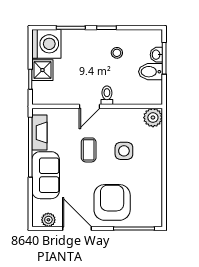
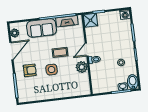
washing machine: (46, 44) -> (125, 14), width x0.53, depth x0.53
shower: (42, 70) -> (91, 20), moved
bidet: (150, 72) -> (133, 82), moved
door: (89, 106) -> (87, 50), hinge flipped
plant: (153, 118) -> (82, 67), moved
side table: (124, 151) -> (52, 70), moved
armchair: (112, 202) -> (30, 70), width x0.53, depth x0.53

